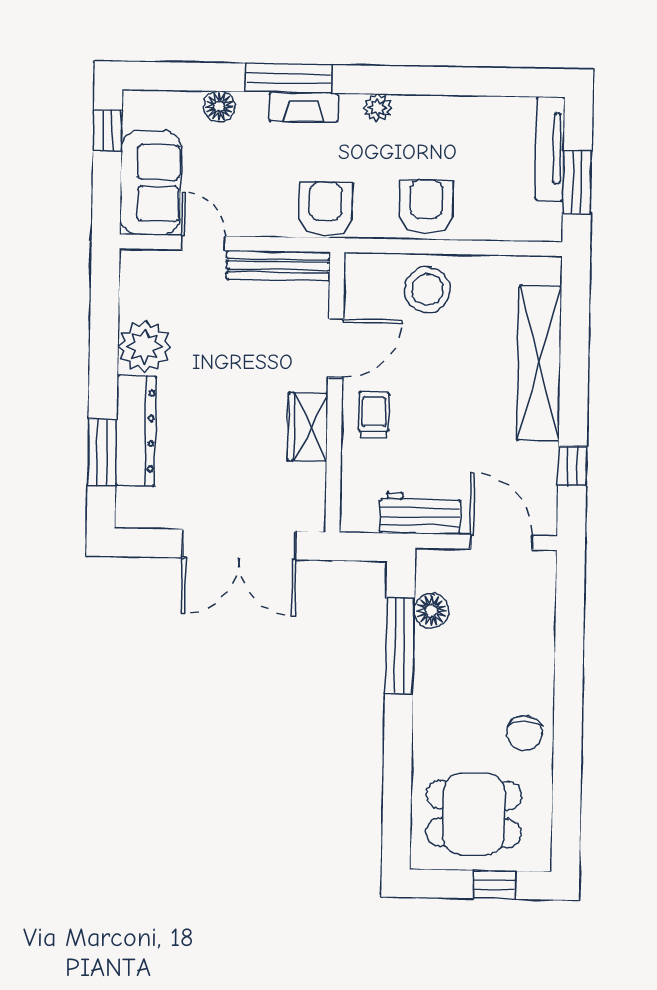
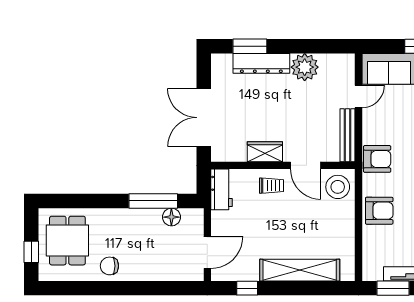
stool: (427, 289) -> (338, 187), moved
workbench: (420, 513) -> (221, 189), moved

